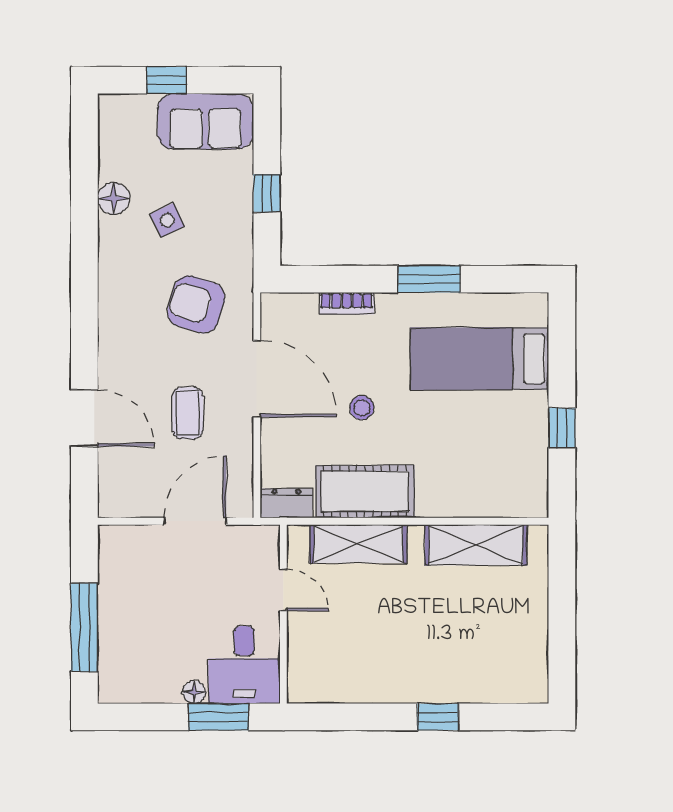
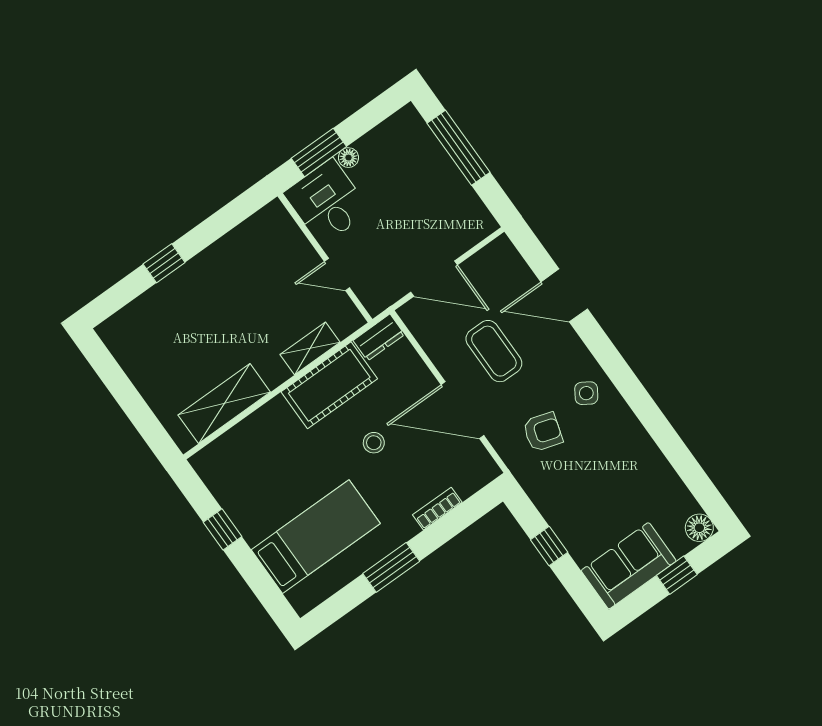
floor lamp: (114, 199) -> (699, 528), moved
side table: (167, 220) -> (586, 393), moved, turned -31
armchair: (196, 304) -> (543, 432), width x0.72, depth x0.72
coffee table: (188, 413) -> (494, 351), width x1.36, depth x1.30
door: (195, 521) -> (434, 279), hinge flipped
shelving: (358, 544) -> (310, 348), width x0.67, depth x0.75

